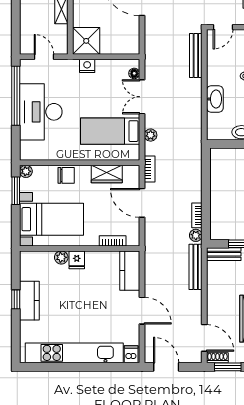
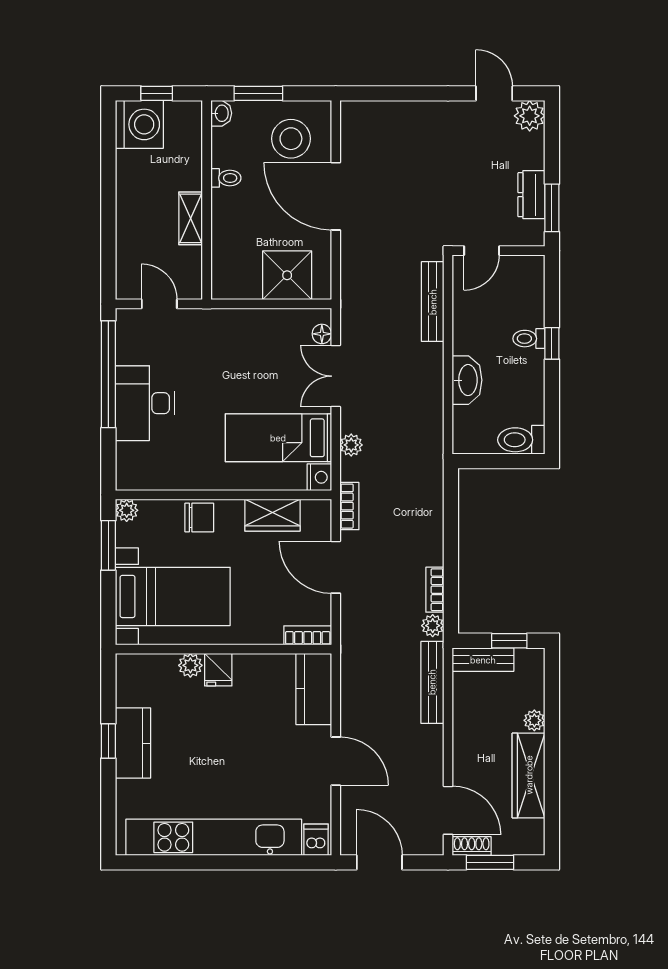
shower: (86, 41) -> (287, 275), moved
nightstand: (87, 66) -> (319, 477), moved, turned 90
desk: (41, 112) -> (145, 403), width x0.73, depth x0.77
bookcase: (113, 241) -> (308, 635), moved

